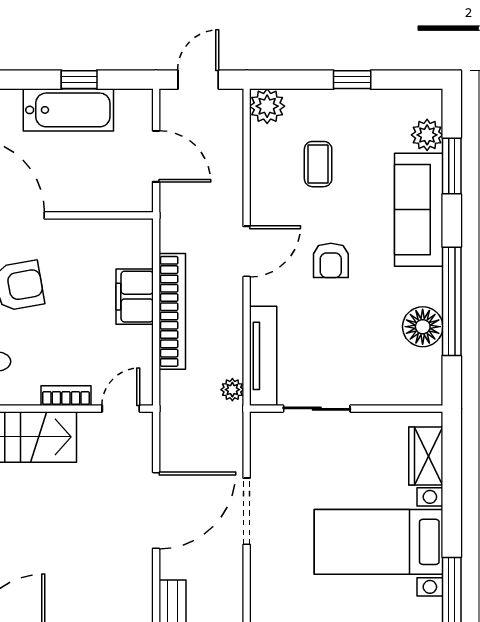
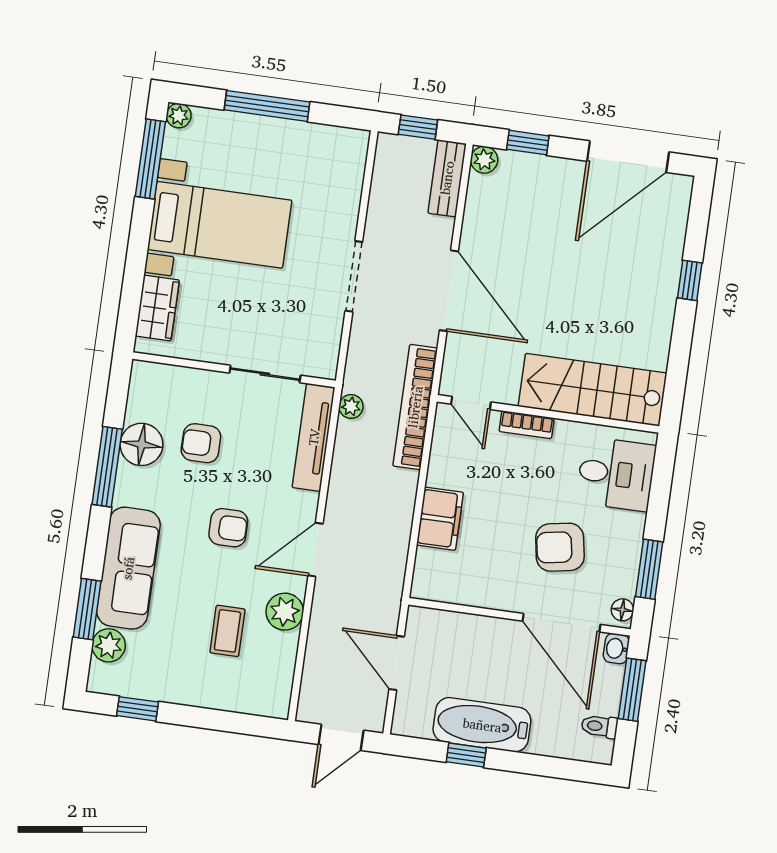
window: (352, 80) -> (137, 709), moved
plant: (267, 106) -> (285, 612), moved
armchair: (331, 260) -> (228, 528), turned 90
window: (452, 301) -> (107, 467), width x0.68
bookcase: (172, 311) -> (415, 407), moved
armchair: (367, 336) -> (201, 443), added
door: (121, 409) -> (471, 403), hinge flipped
door: (156, 510) -> (449, 291), swing flipped

